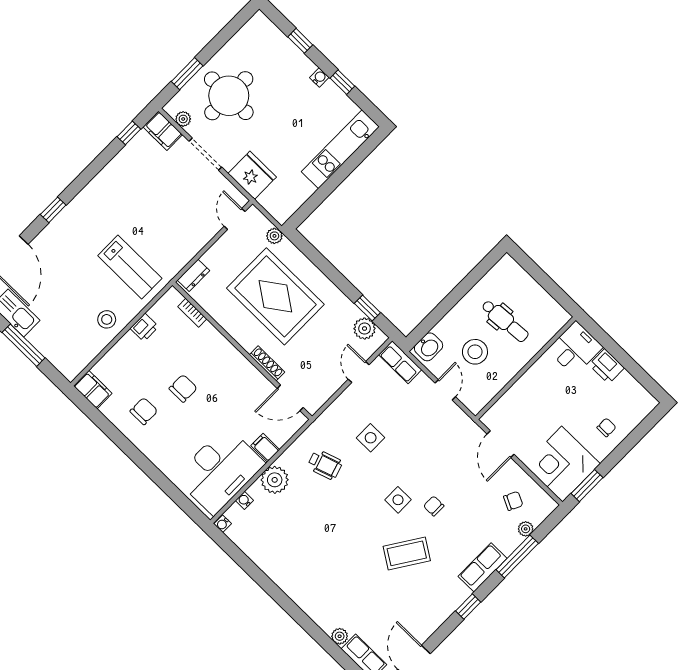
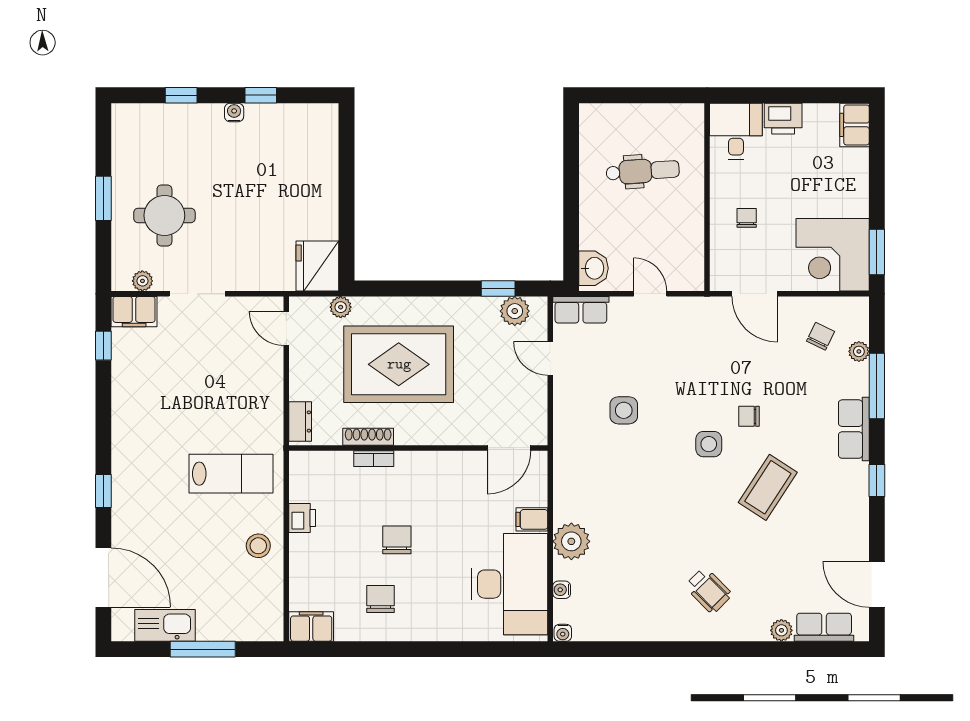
window: (187, 74) -> (103, 198), moved
round table: (229, 96) -> (164, 215), width x0.73, depth x0.73
kitchen unit: (340, 149) -> (322, 162), removed
fridge: (252, 175) -> (317, 266), moved, turned -90
bookcase: (192, 313) -> (374, 459), moved
stool: (475, 352) -> (643, 229), removed
shoe rack: (267, 363) -> (368, 437), moved
filing cabinet: (641, 407) -> (854, 125), added
chair: (606, 427) -> (747, 218), moved
wheelchair: (325, 465) -> (709, 590), moved, turned 63

